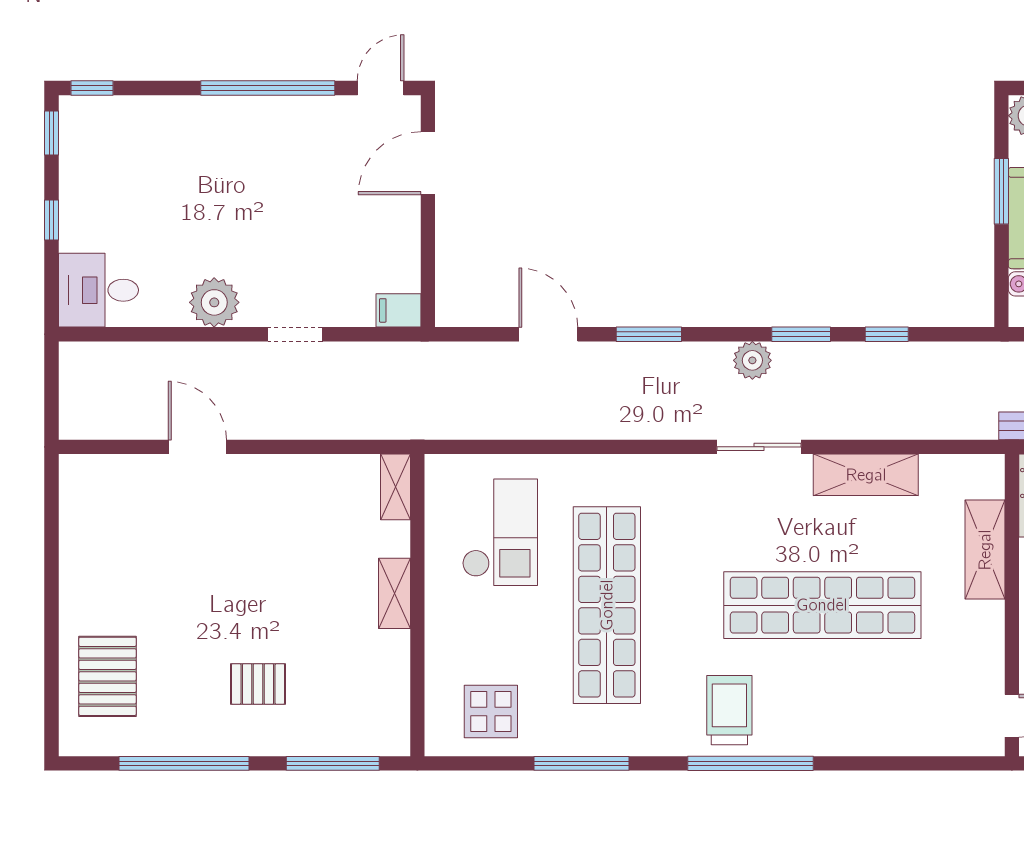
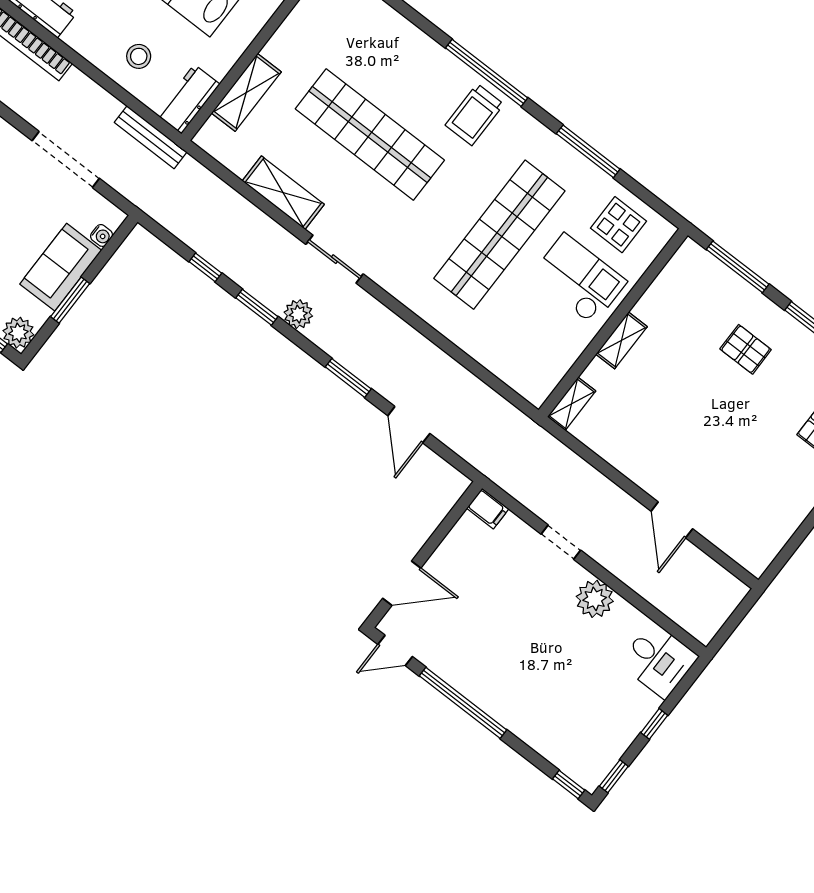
checkout: (500, 532) -> (579, 279), moved, turned 90

